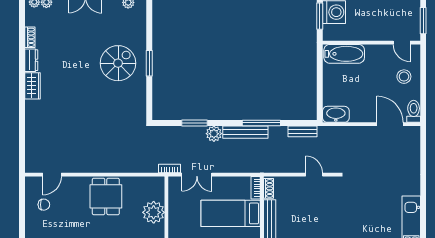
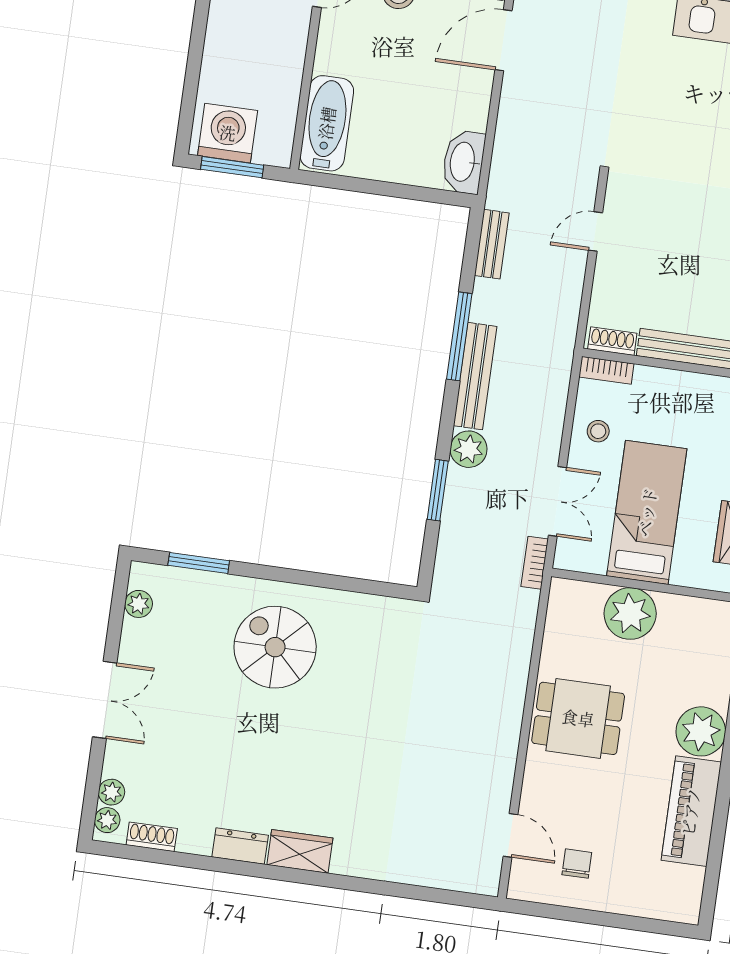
shoe rack: (30, 37) -> (152, 837), moved
window: (149, 63) -> (199, 563), moved
stool: (229, 188) -> (598, 431), added
bed: (231, 213) -> (647, 512), moved, turned 180

